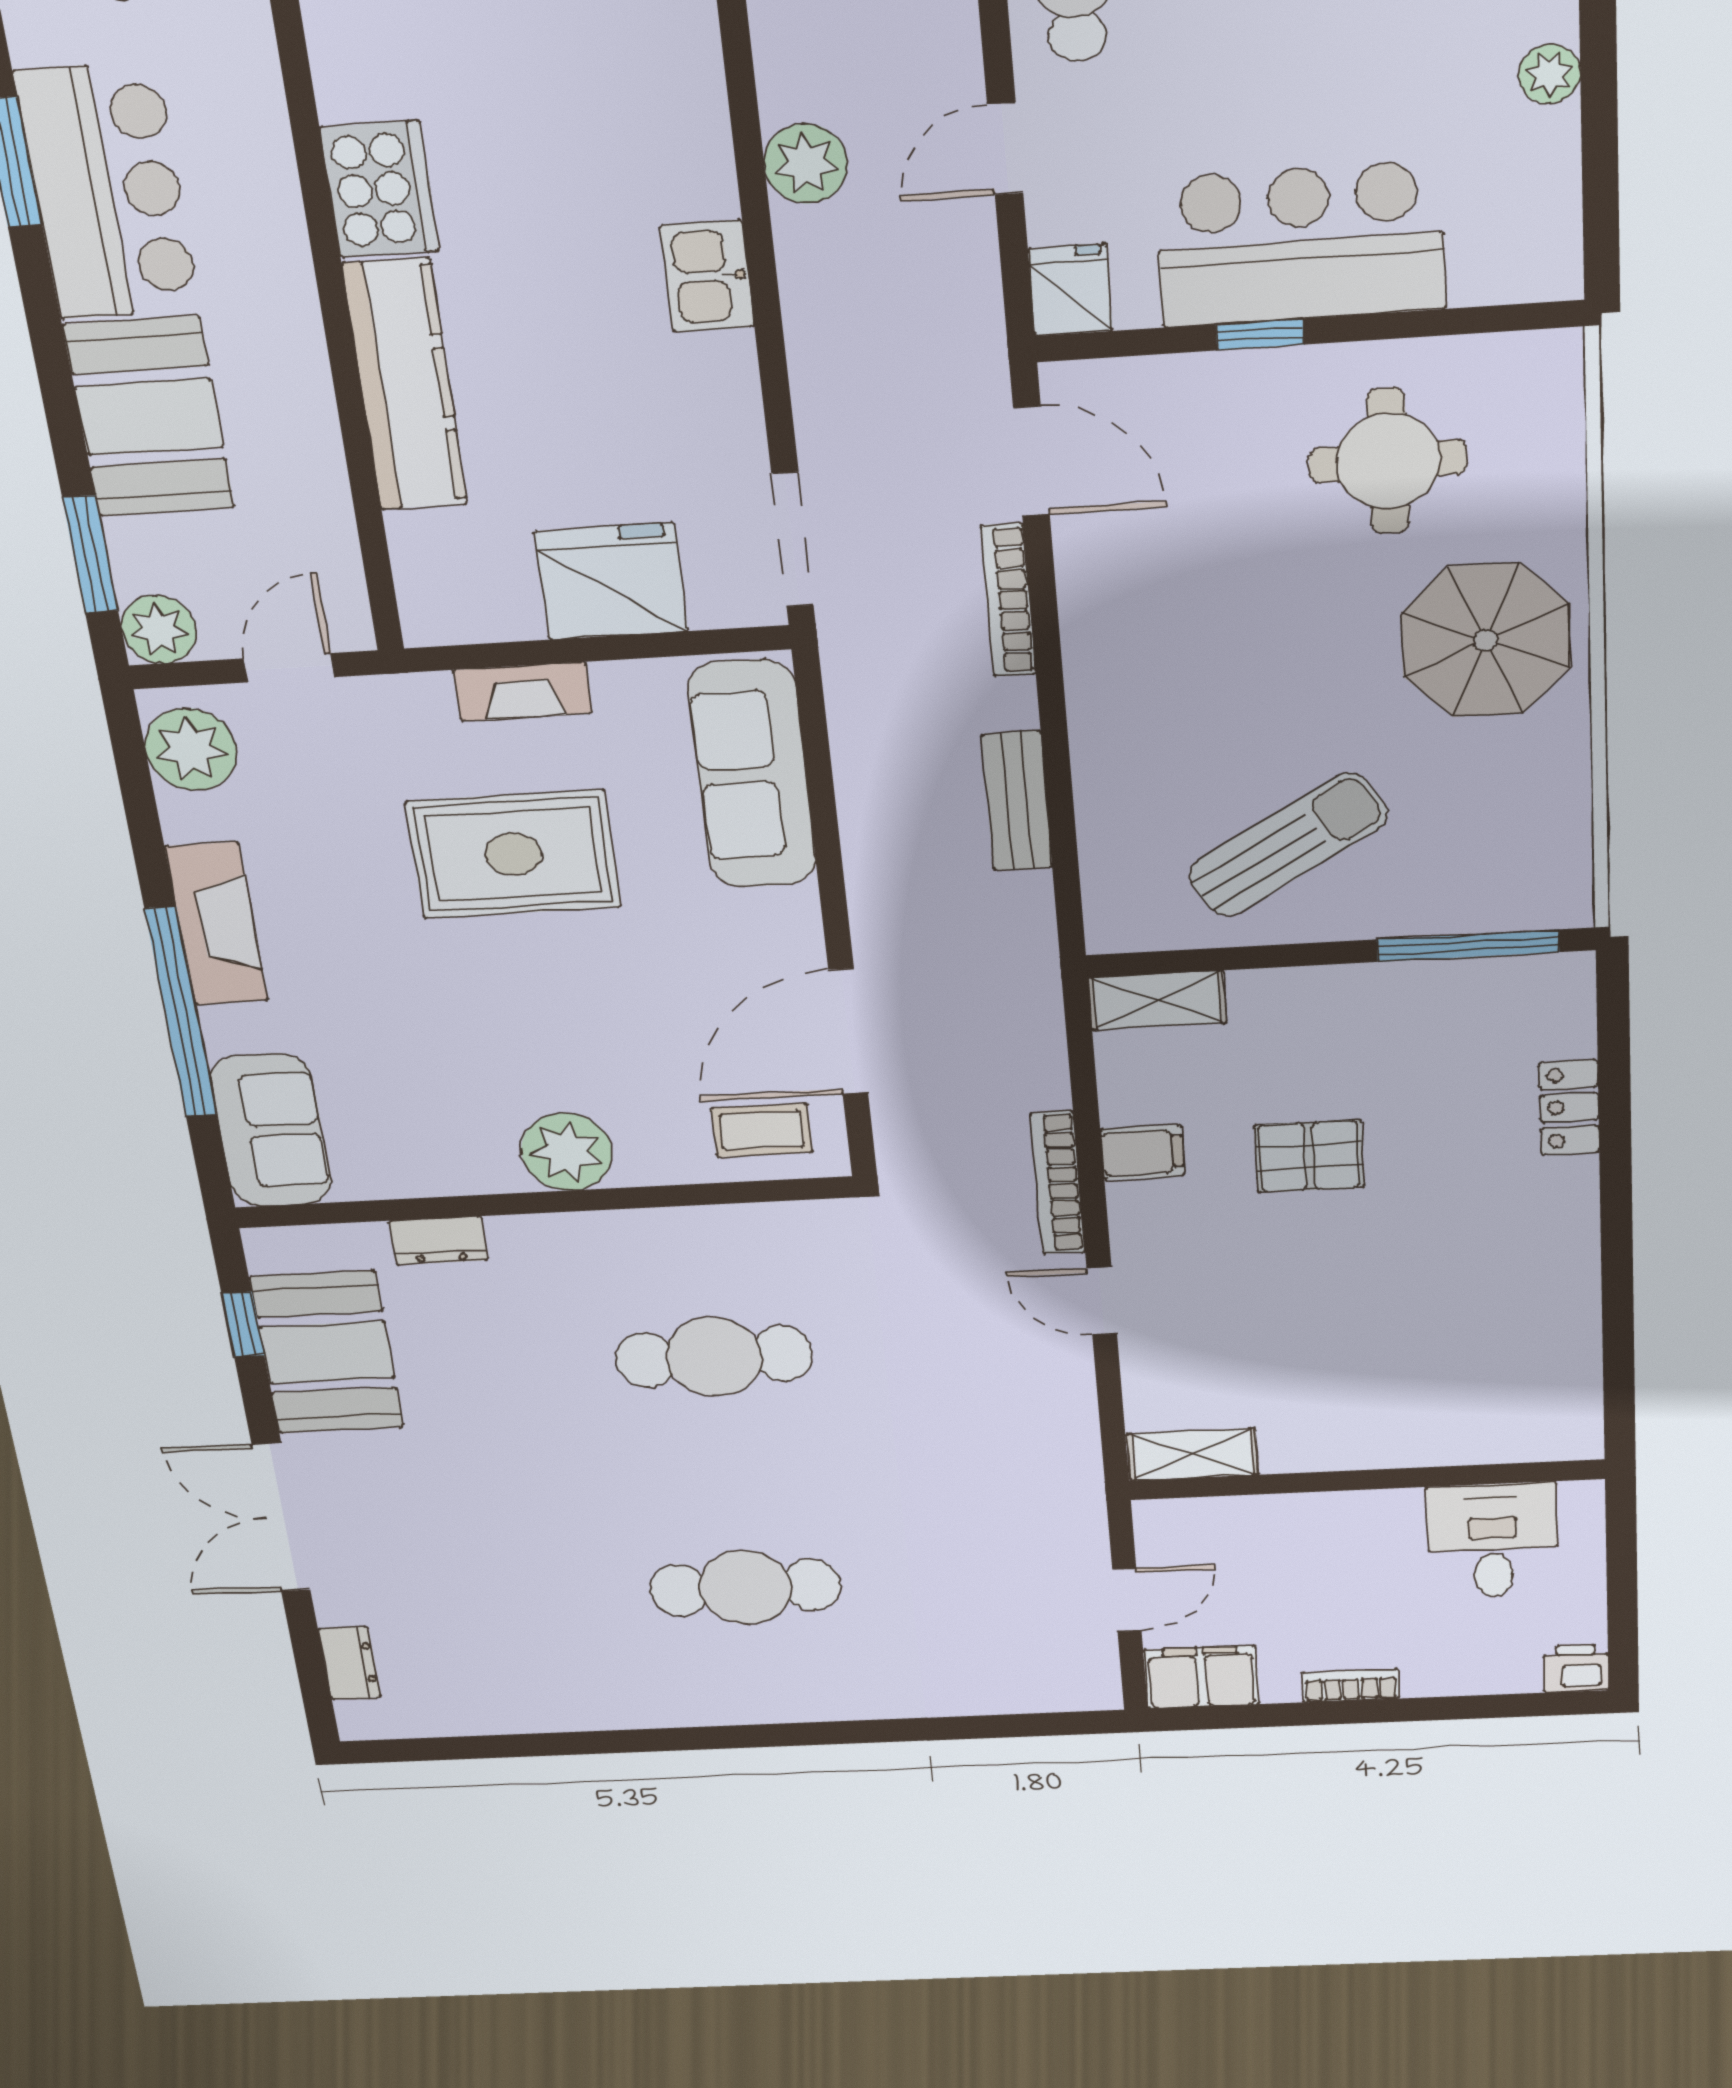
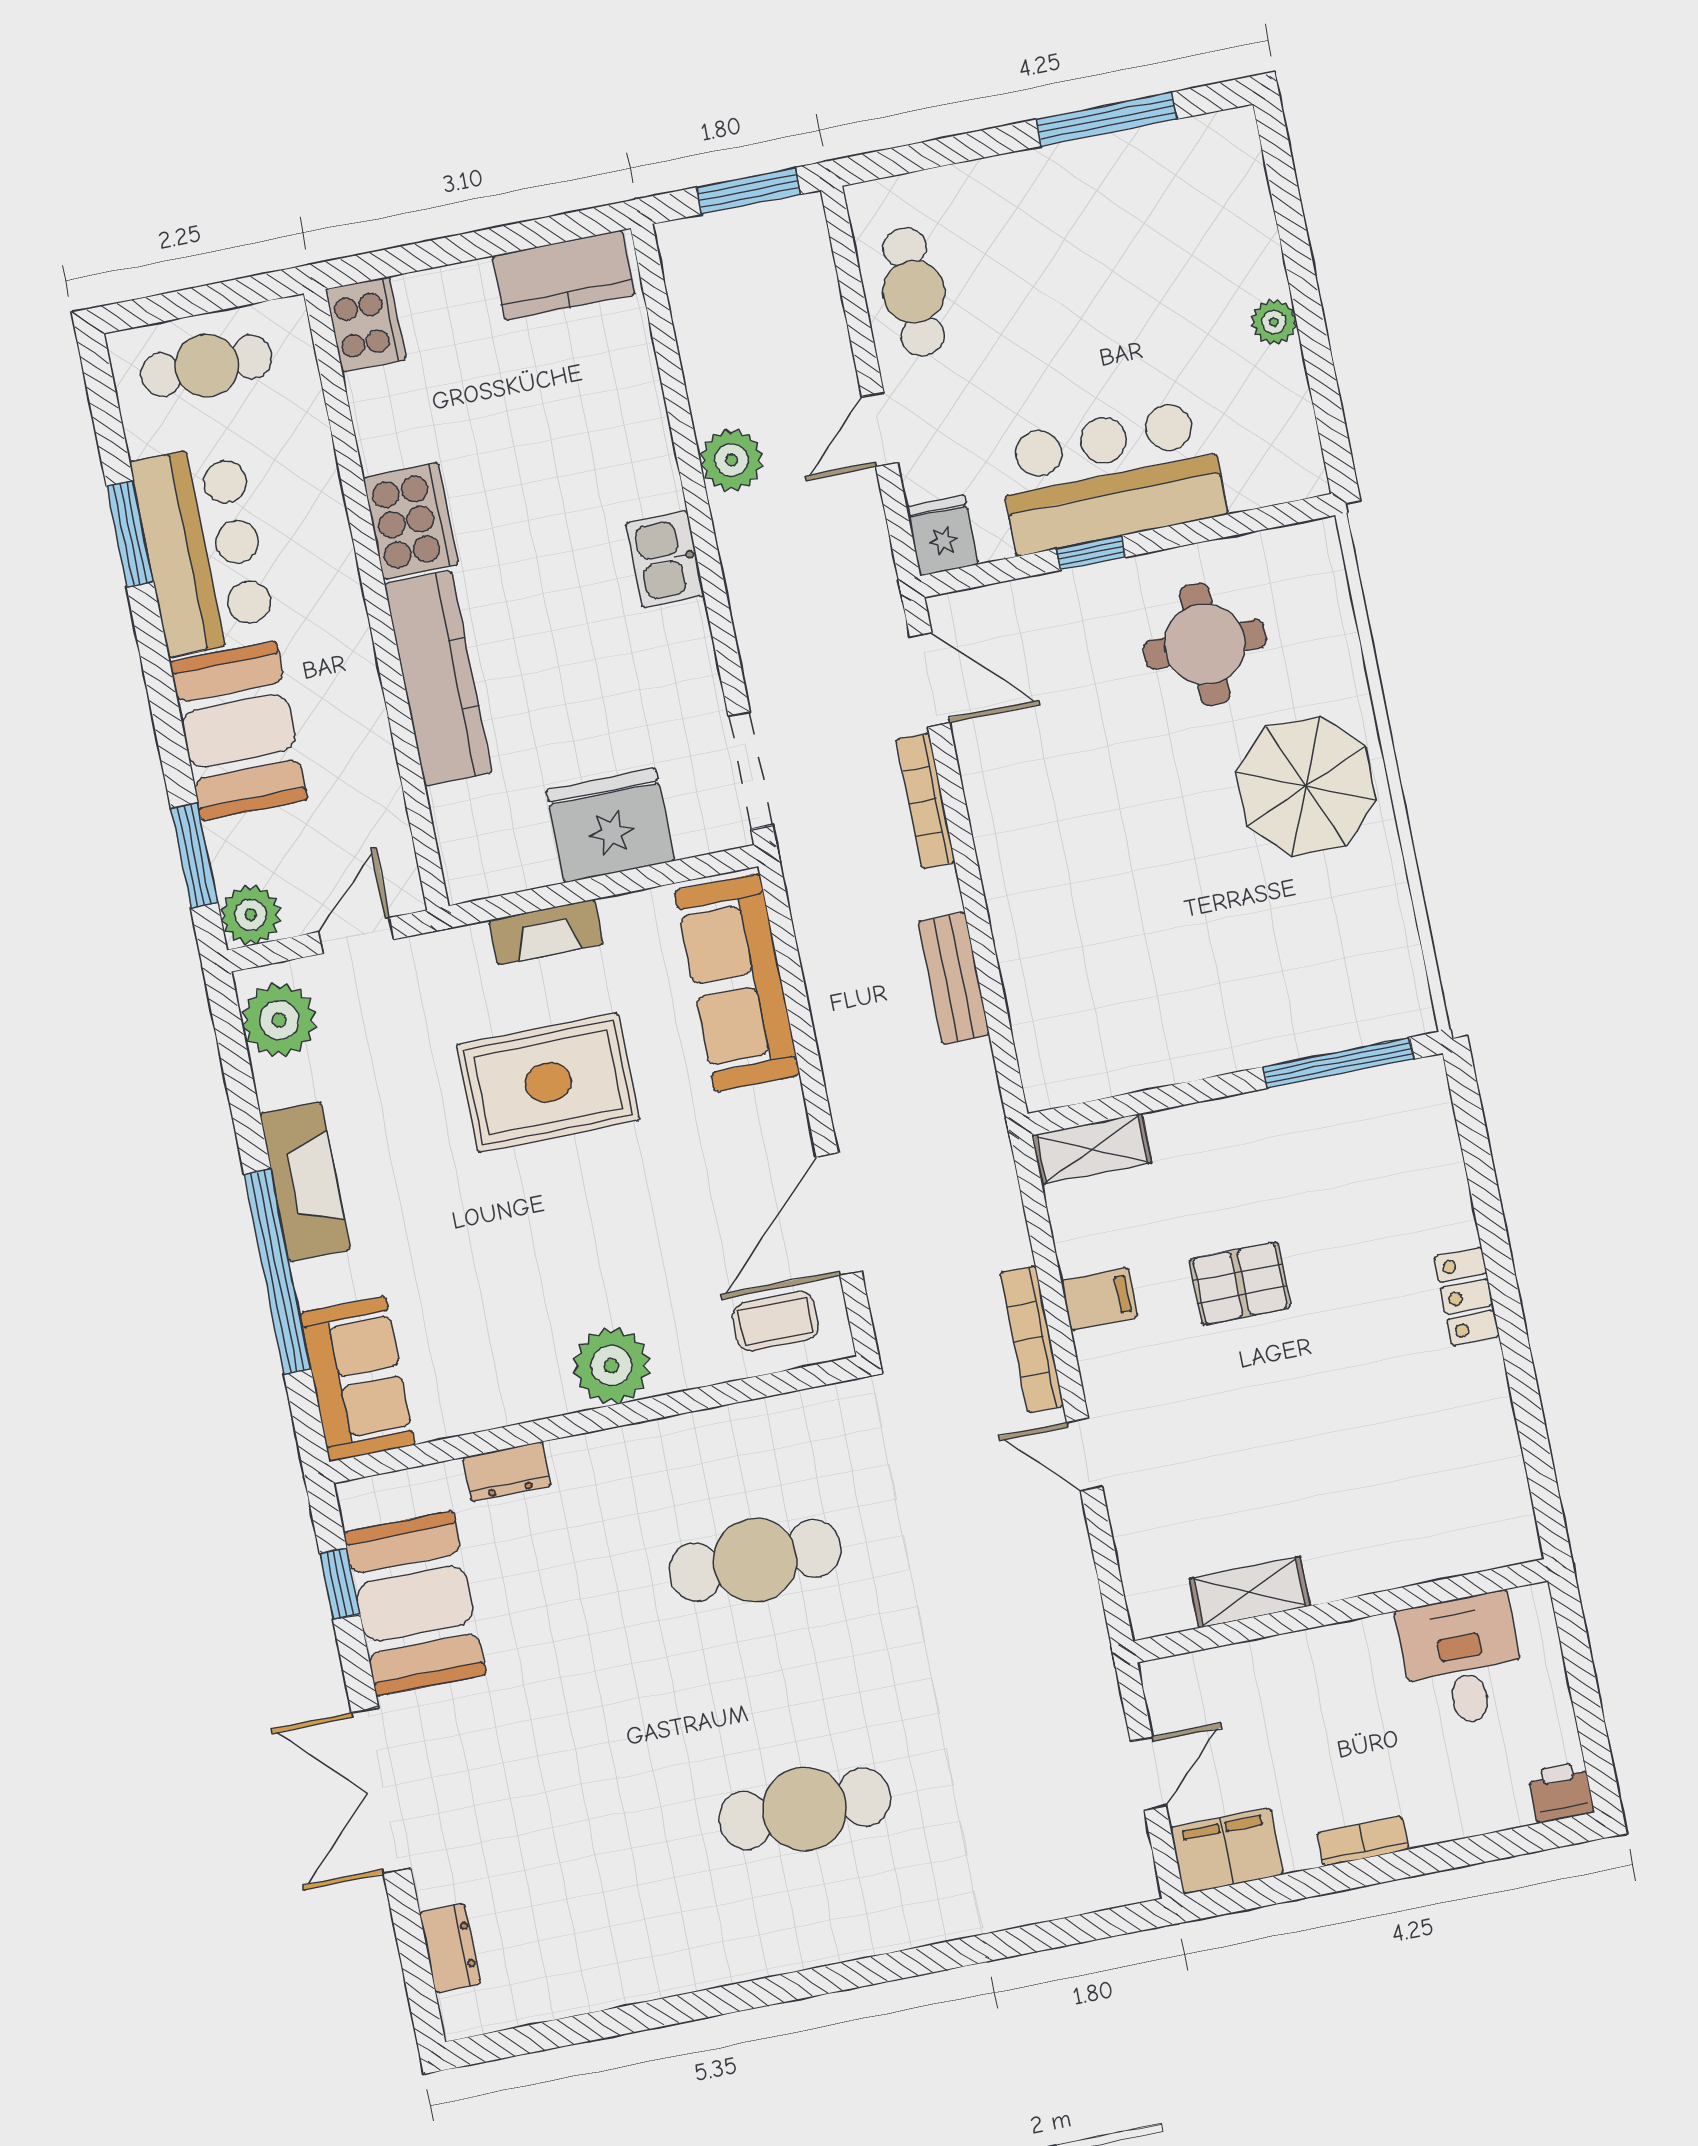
sun lounger: (1288, 845) -> (1178, 989), removed
locker: (1569, 1108) -> (1467, 1297), moved
shelving: (1193, 1454) -> (1250, 1592), moved

